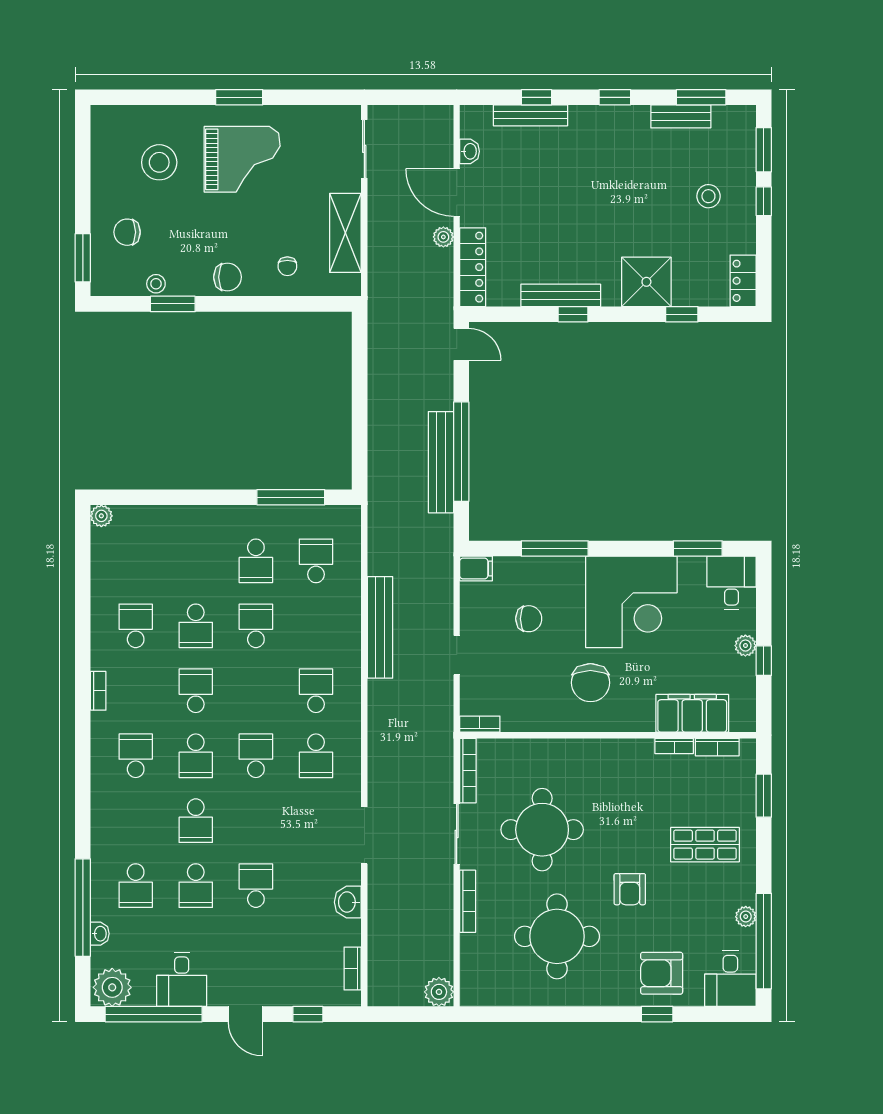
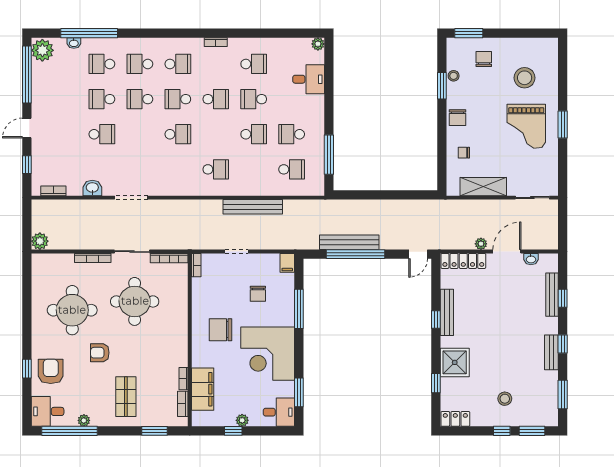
bench: (681, 116) -> (551, 352), moved
school desk: (316, 756) -> (140, 64), moved
desk: (182, 980) -> (309, 79), moved, turned 180

